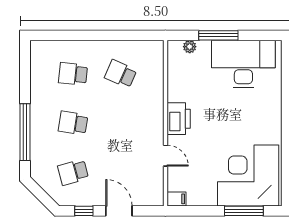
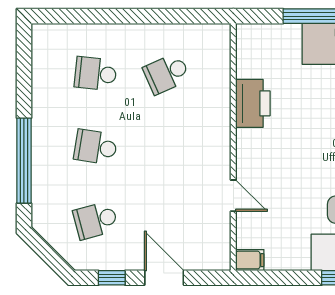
plant: (190, 47) -> (269, 33), removed
school desk: (121, 74) -> (167, 74), turned -48
printer: (179, 119) -> (253, 103), moved

